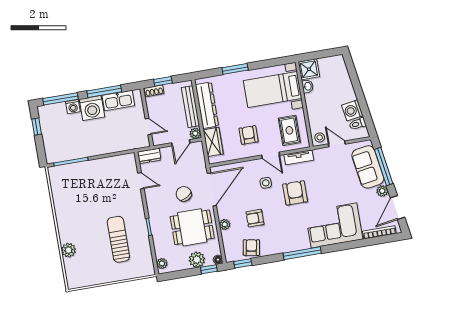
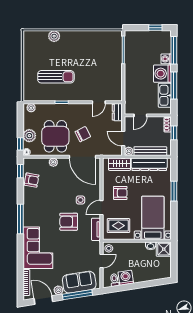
armchair: (295, 193) -> (69, 222), turned 180
armchair: (255, 218) -> (54, 187), removed

